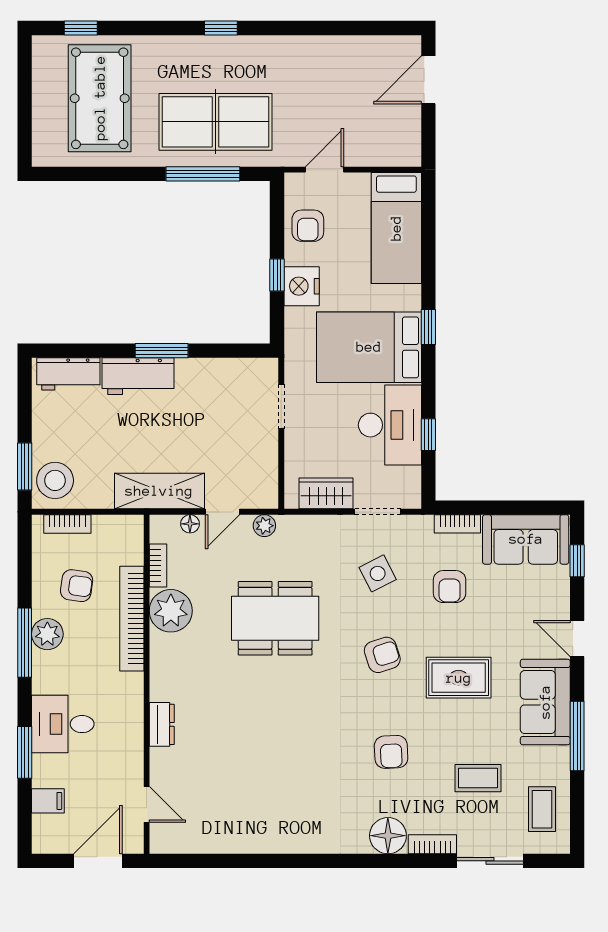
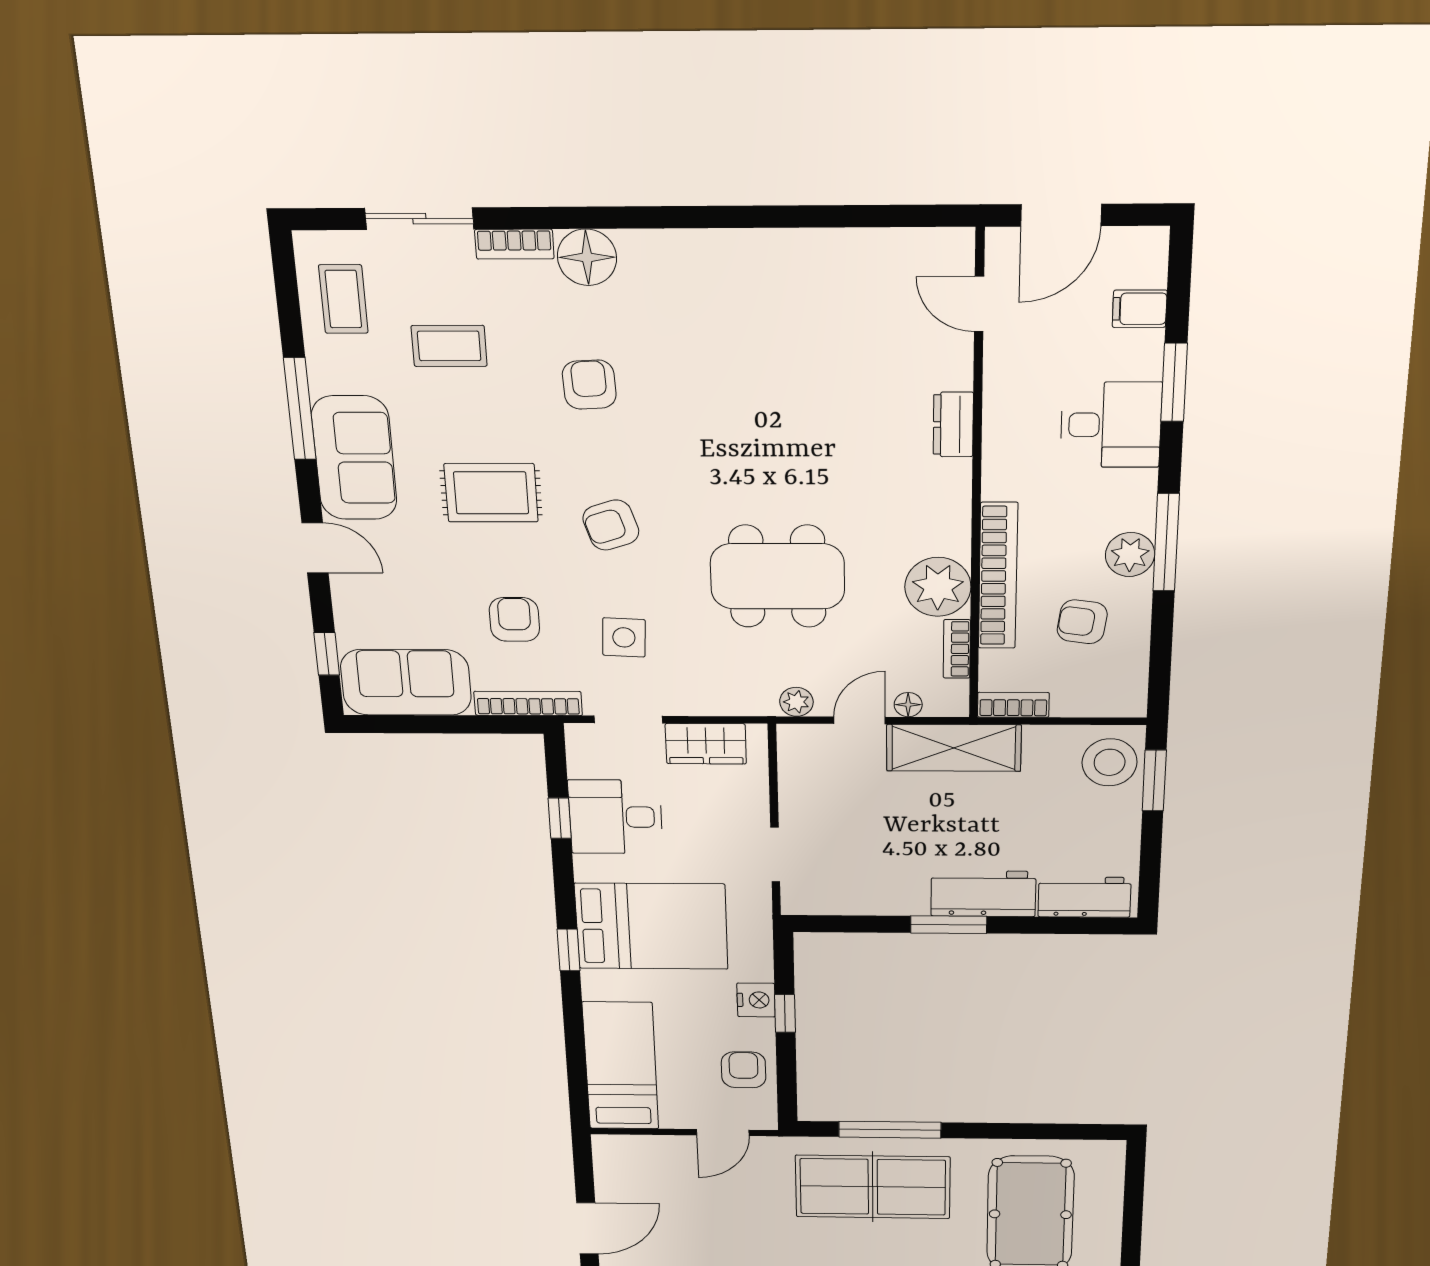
nightstand: (302, 286) -> (756, 1000), width x0.74, depth x0.75
desk: (390, 425) -> (615, 817), width x0.73
bookcase: (67, 524) -> (1013, 705), moved
bookcase: (457, 524) -> (528, 703), width x1.56
side table: (378, 573) -> (624, 637), turned 30

